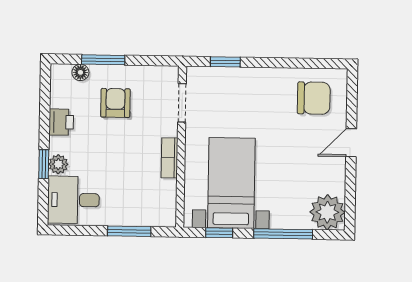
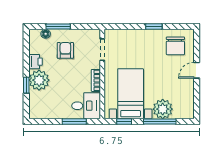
window: (225, 62) -> (154, 27), moved
chair: (314, 98) -> (175, 46), turned 90
plant: (58, 164) -> (39, 80), width x1.88, depth x1.88
desk: (73, 200) -> (86, 106), moved, turned 180
plant: (327, 212) -> (163, 109), moved

